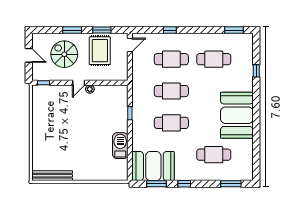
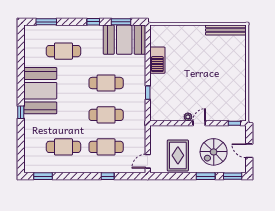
window: (102, 30) -> (233, 176), moved
spiral stairs: (64, 54) -> (214, 152), turned 90
window: (256, 71) -> (21, 112), moved

